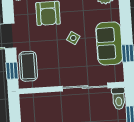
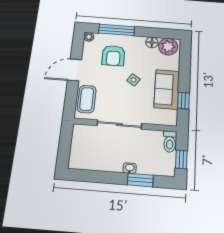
window: (12, 71) -> (70, 101), removed
sliding door: (85, 87) -> (119, 124), moved

